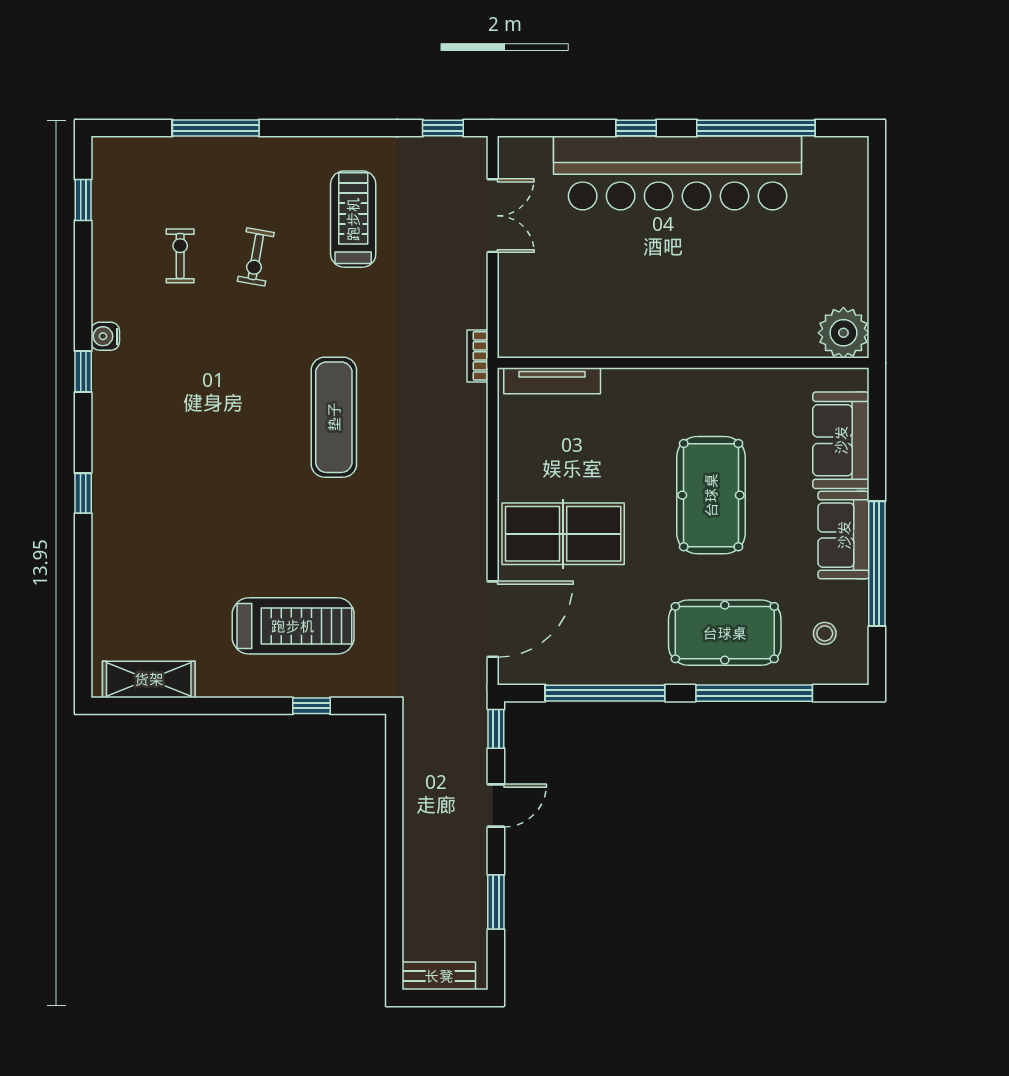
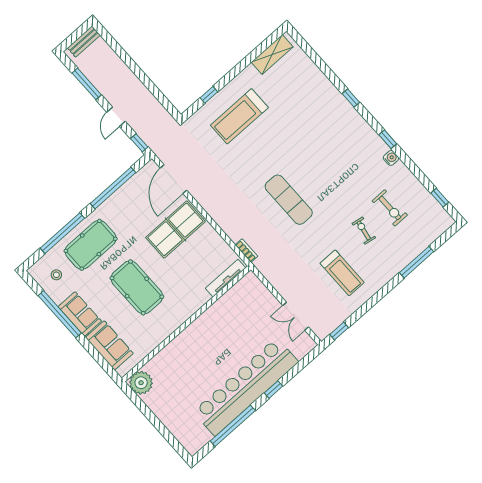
exercise bike: (180, 256) -> (390, 208), width x1.38, depth x1.39
bookcase: (477, 356) -> (247, 251), moved
window: (496, 902) -> (87, 84), width x1.44

